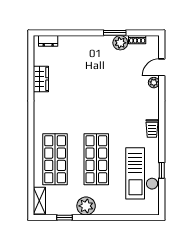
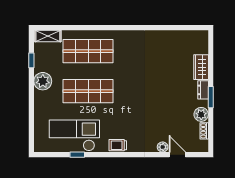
window: (115, 33) -> (211, 97), moved
dresser: (48, 41) -> (203, 90), moved
wardrobe: (41, 79) -> (201, 67), moved, turned 90

